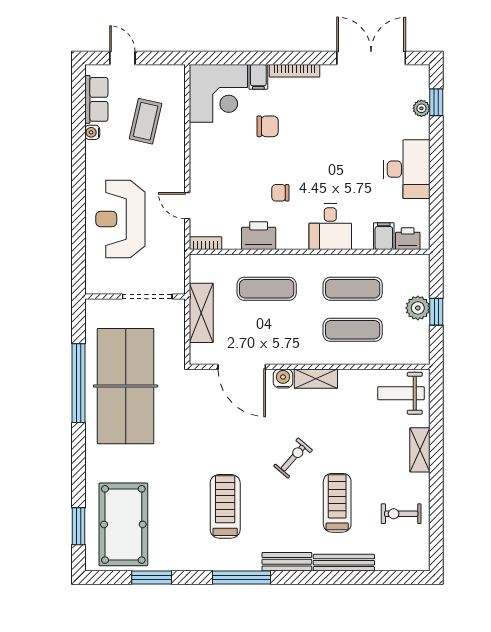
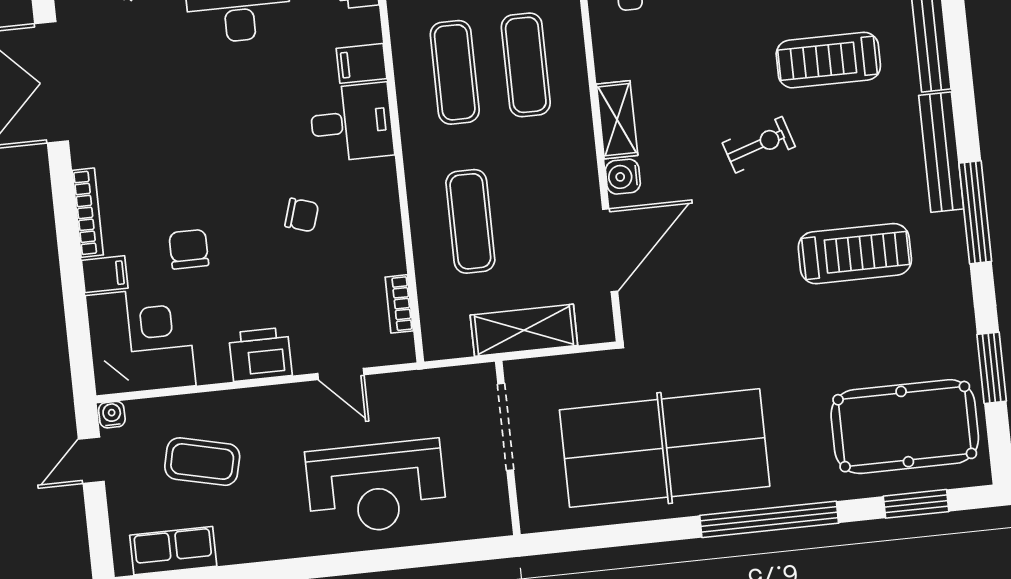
door: (122, 58) -> (91, 460), moved
water cooler: (92, 132) -> (112, 415), moved, turned 180
chair: (280, 193) -> (302, 215), turned -73
door: (187, 206) -> (341, 374), hinge flipped
printer: (259, 236) -> (260, 354), moved, turned 90
filing cabinet: (384, 236) -> (362, 63), moved
bookcase: (206, 243) -> (399, 304), moved
window: (79, 383) -> (769, 519), moved
exercise bike: (293, 458) -> (759, 145), turned 121
treadmill: (225, 506) -> (855, 254), turned 180
bench: (287, 562) -> (941, 152), width x1.36

